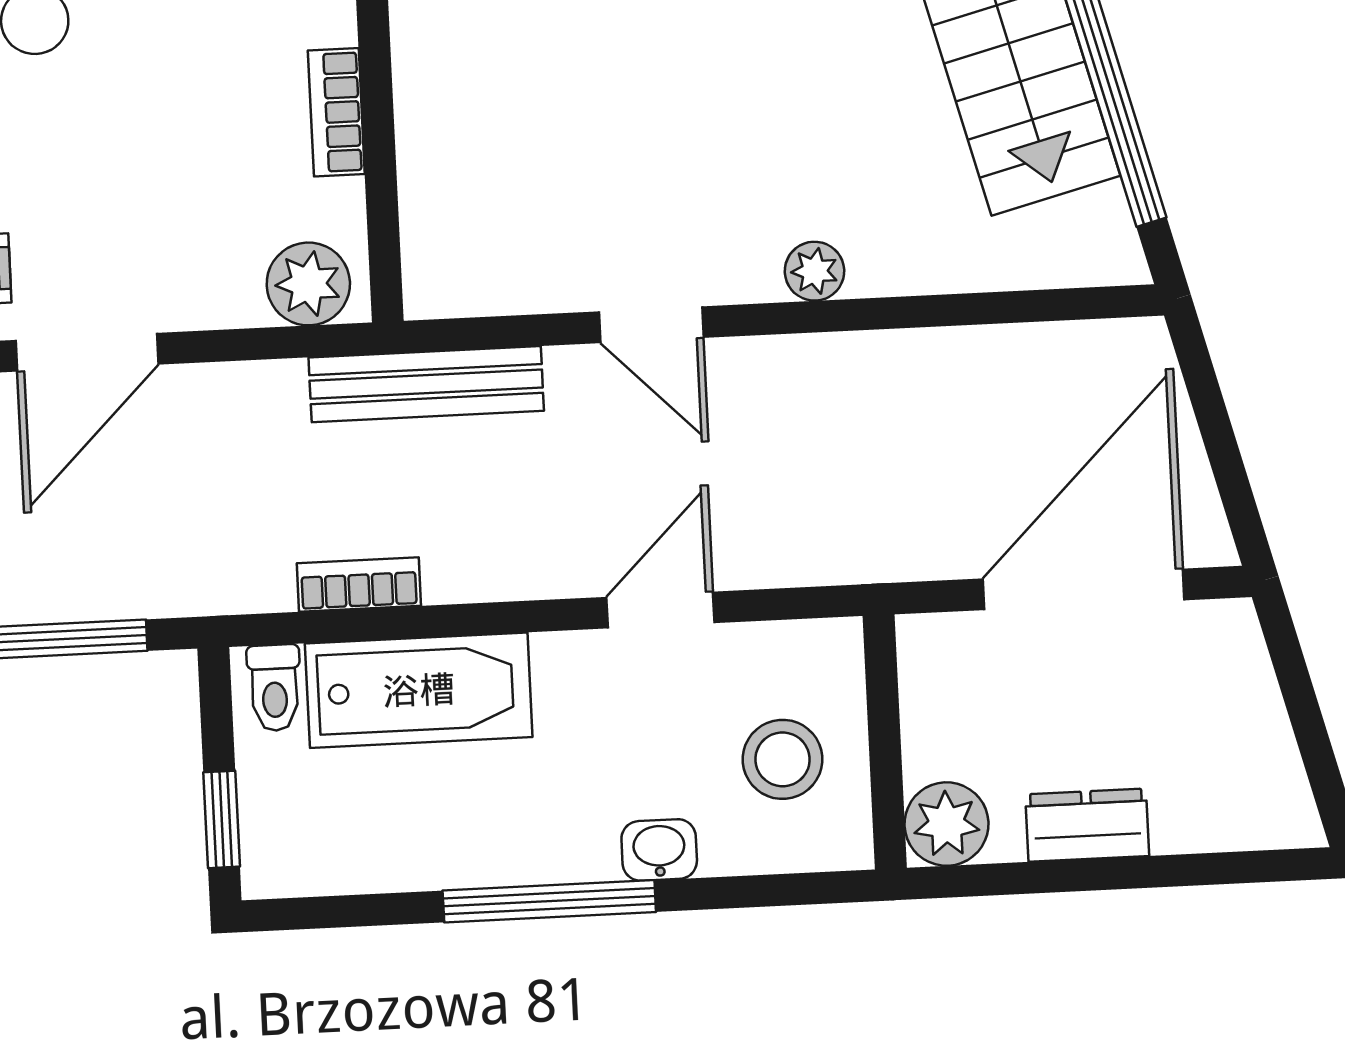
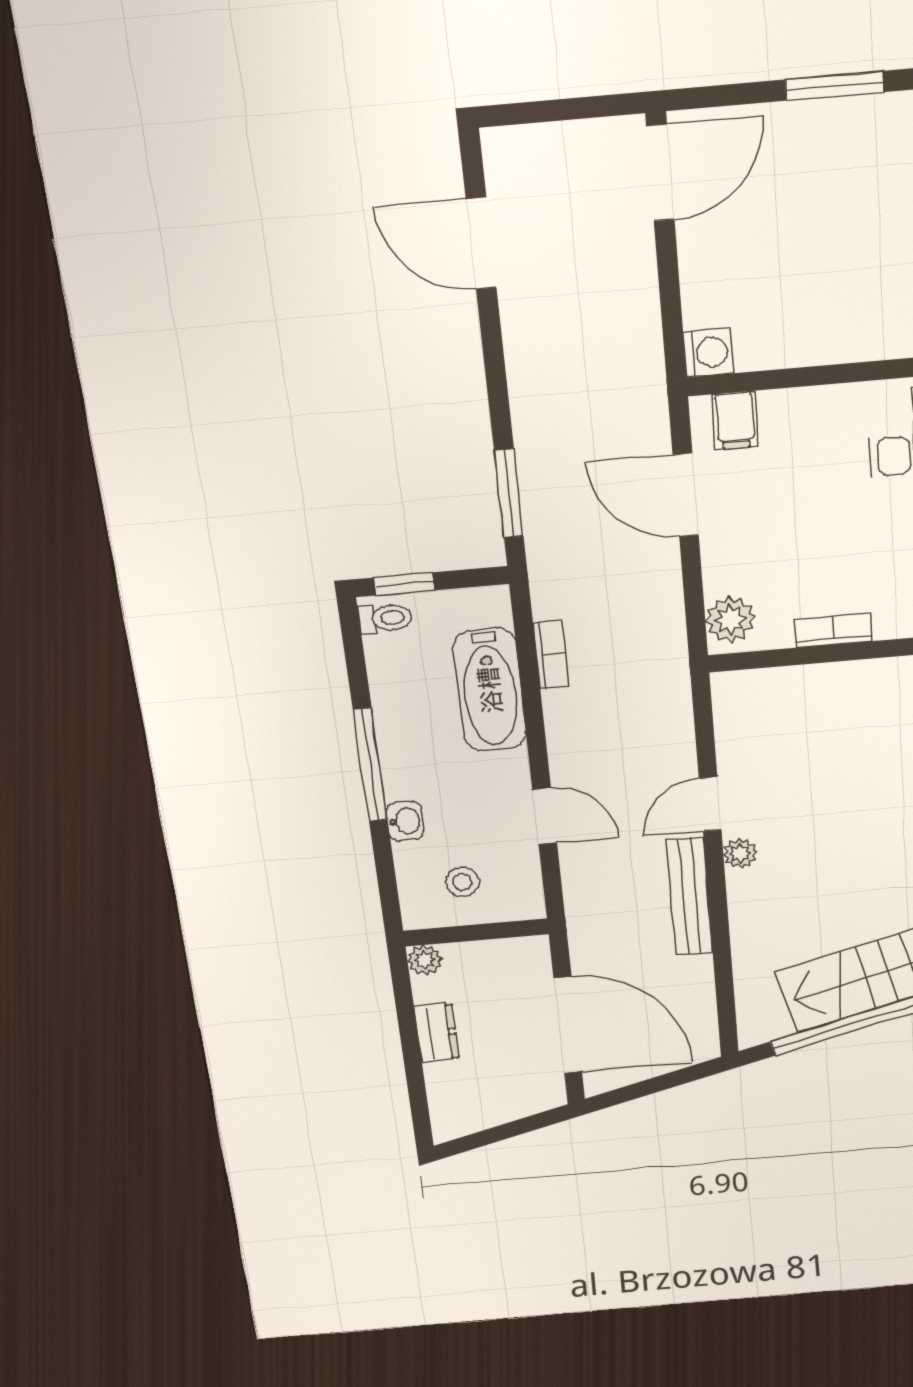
plant: (815, 271) -> (740, 854), moved
bench: (426, 384) -> (690, 897), moved
toilet: (274, 688) -> (385, 618), moved, turned 180
stool: (783, 759) -> (462, 882), width x0.73, depth x0.73
plant: (946, 824) -> (425, 960), width x0.73, depth x0.73

